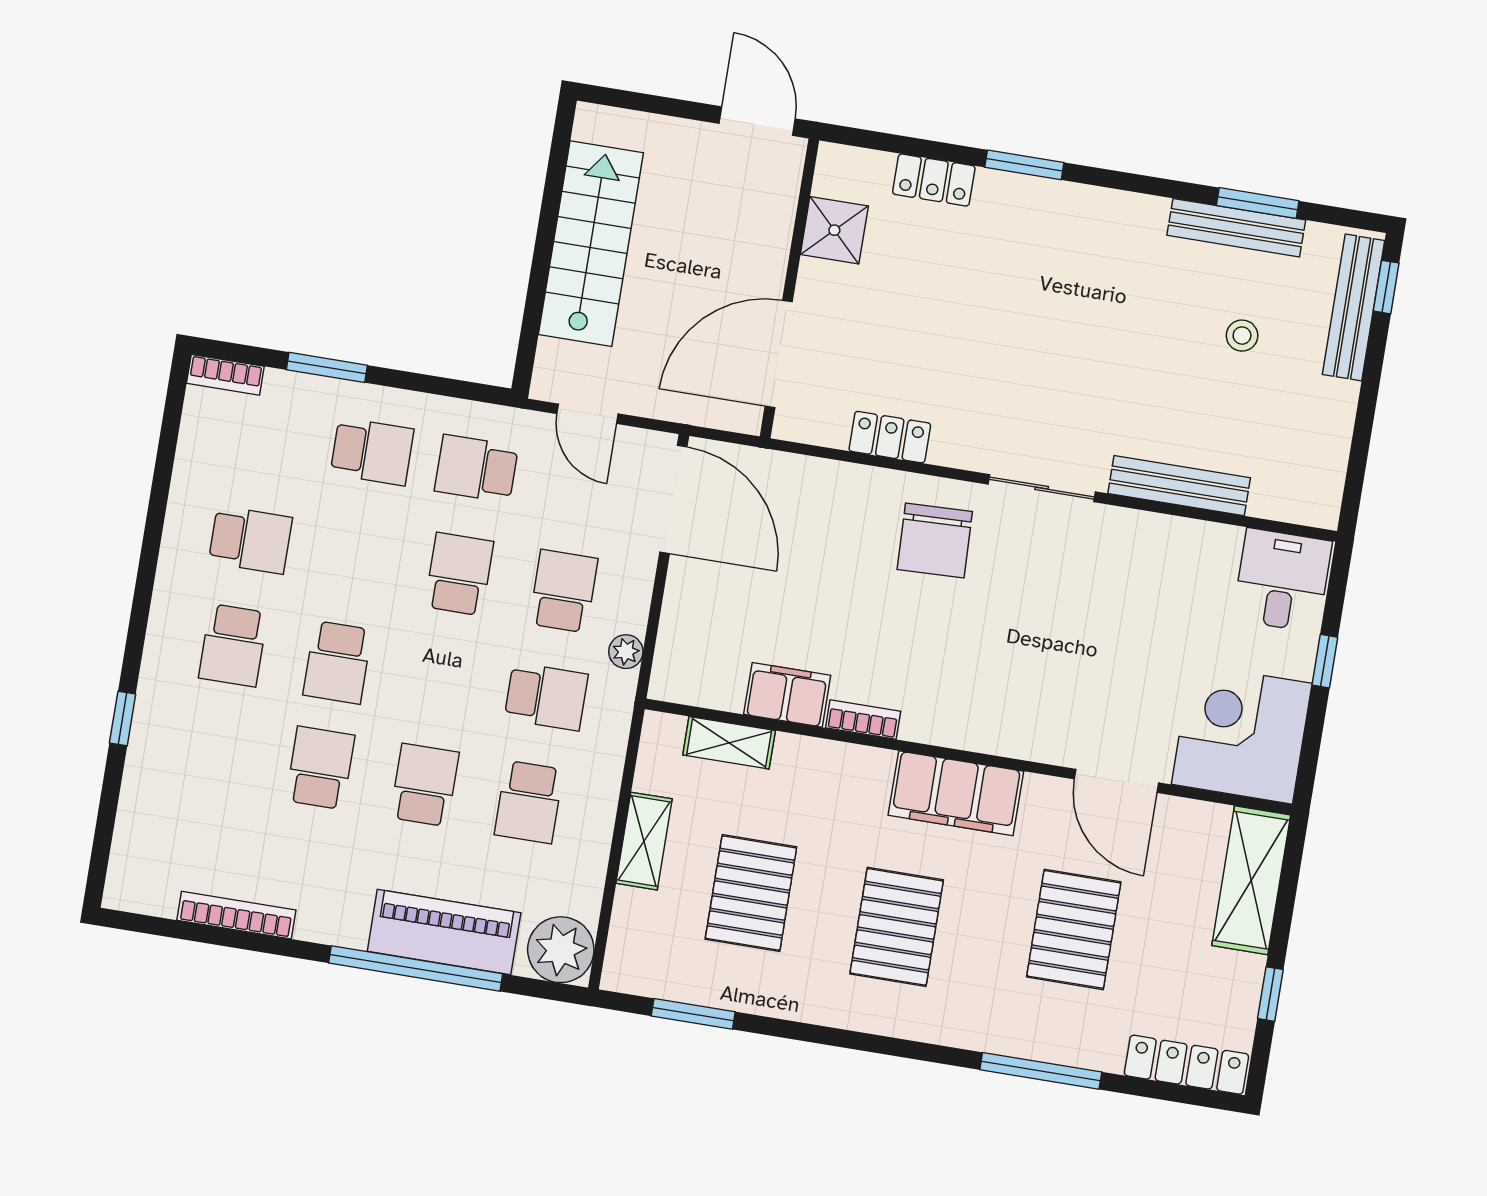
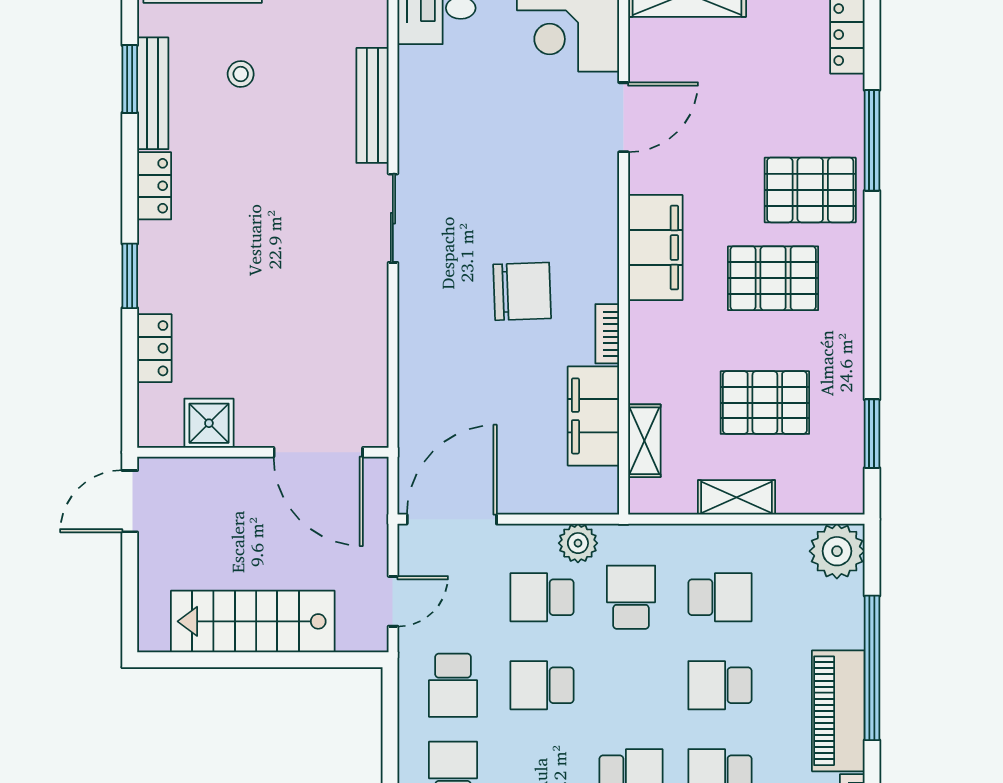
locker: (890, 437) -> (154, 186), moved, turned 180
chair: (935, 540) -> (522, 291), moved
plant: (626, 652) -> (578, 543), width x1.38, depth x1.38
filing cabinet: (787, 695) -> (593, 416), width x1.50, depth x1.17
pallet: (1074, 929) -> (810, 190), moved
piano: (444, 932) -> (838, 711), moved

